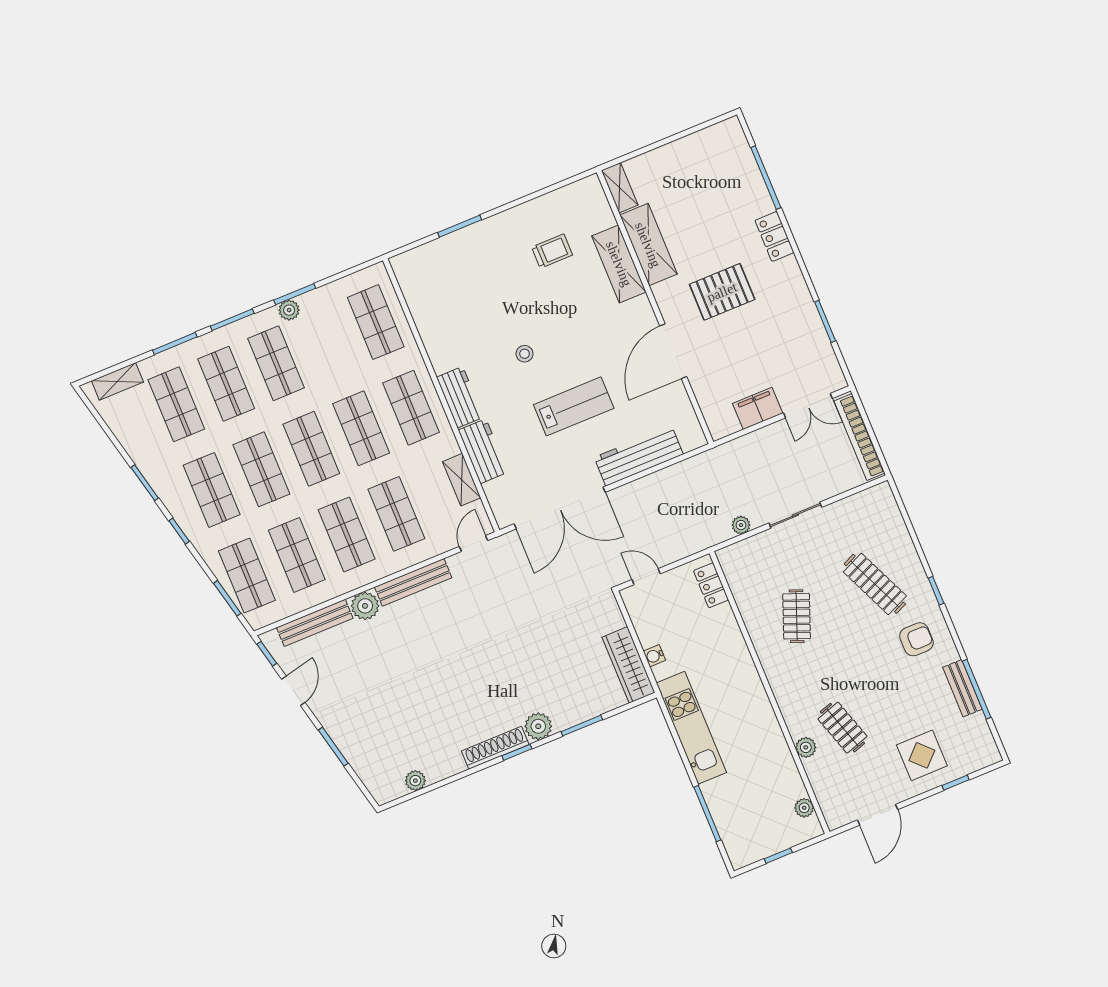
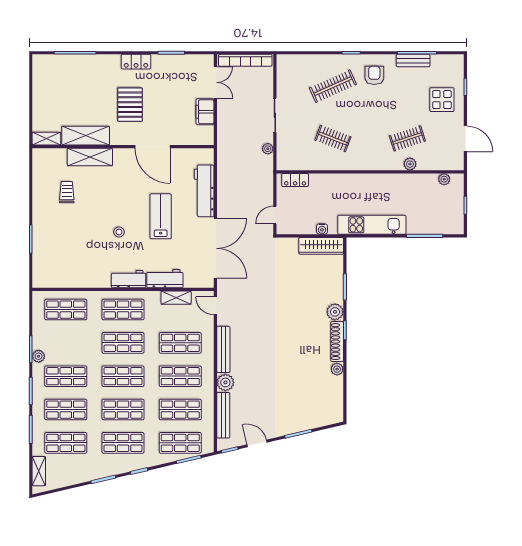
locker: (774, 236) -> (136, 62), moved
plant: (415, 781) -> (337, 369), moved

